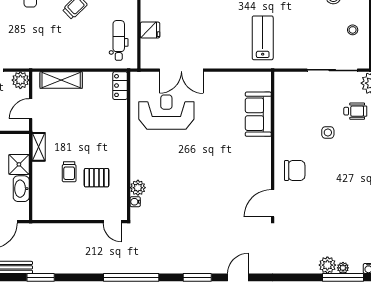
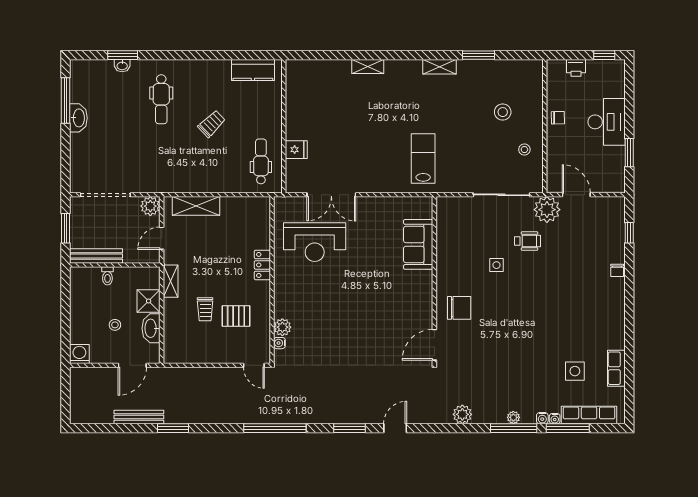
locker: (120, 86) -> (262, 265), moved
reception desk: (166, 112) -> (315, 242), turned 180
plant: (327, 265) -> (462, 414), moved

